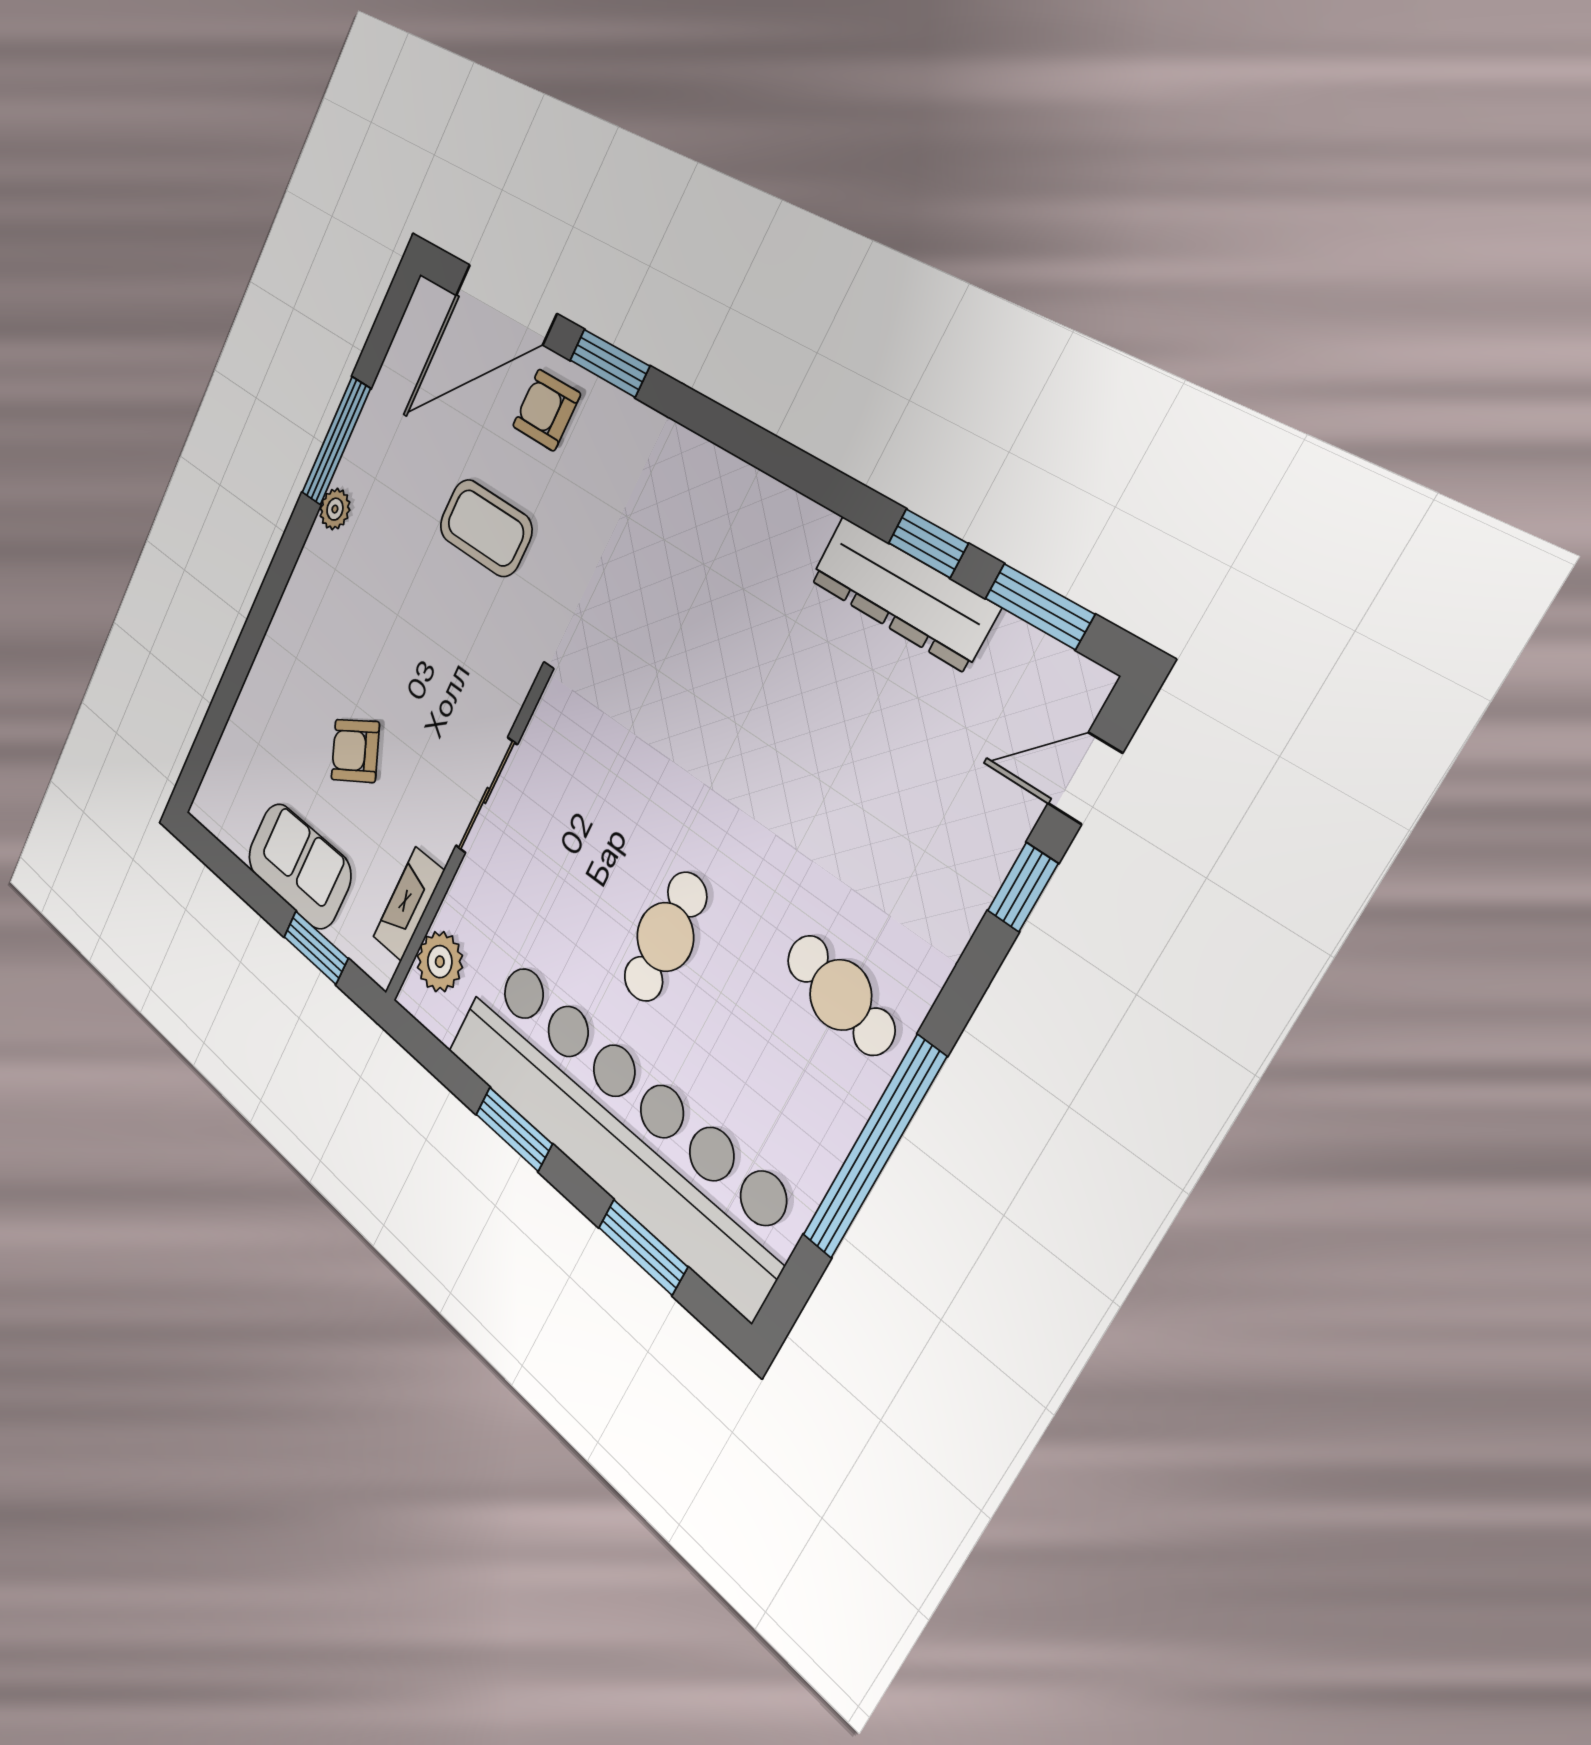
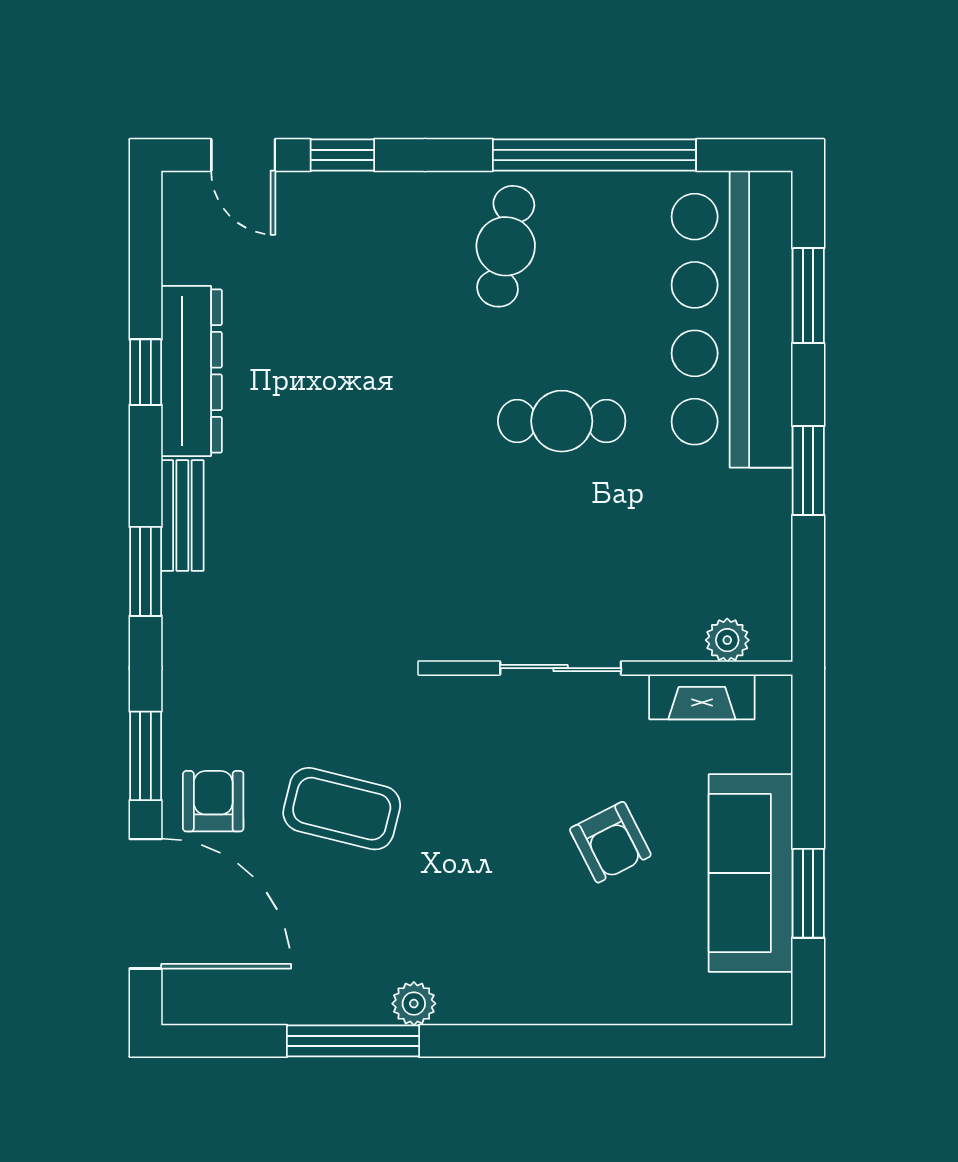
armchair: (546, 410) -> (213, 801), turned 180
bench: (780, 509) -> (182, 516), added
coffee table: (486, 528) -> (342, 809), turned -76
window: (1039, 606) -> (146, 571), moved
sofa: (299, 866) -> (751, 873), width x1.36
window: (316, 948) -> (808, 893), moved
plant: (440, 962) -> (727, 640), width x0.73, depth x0.73
bar counter: (620, 1125) -> (732, 319), width x0.73

